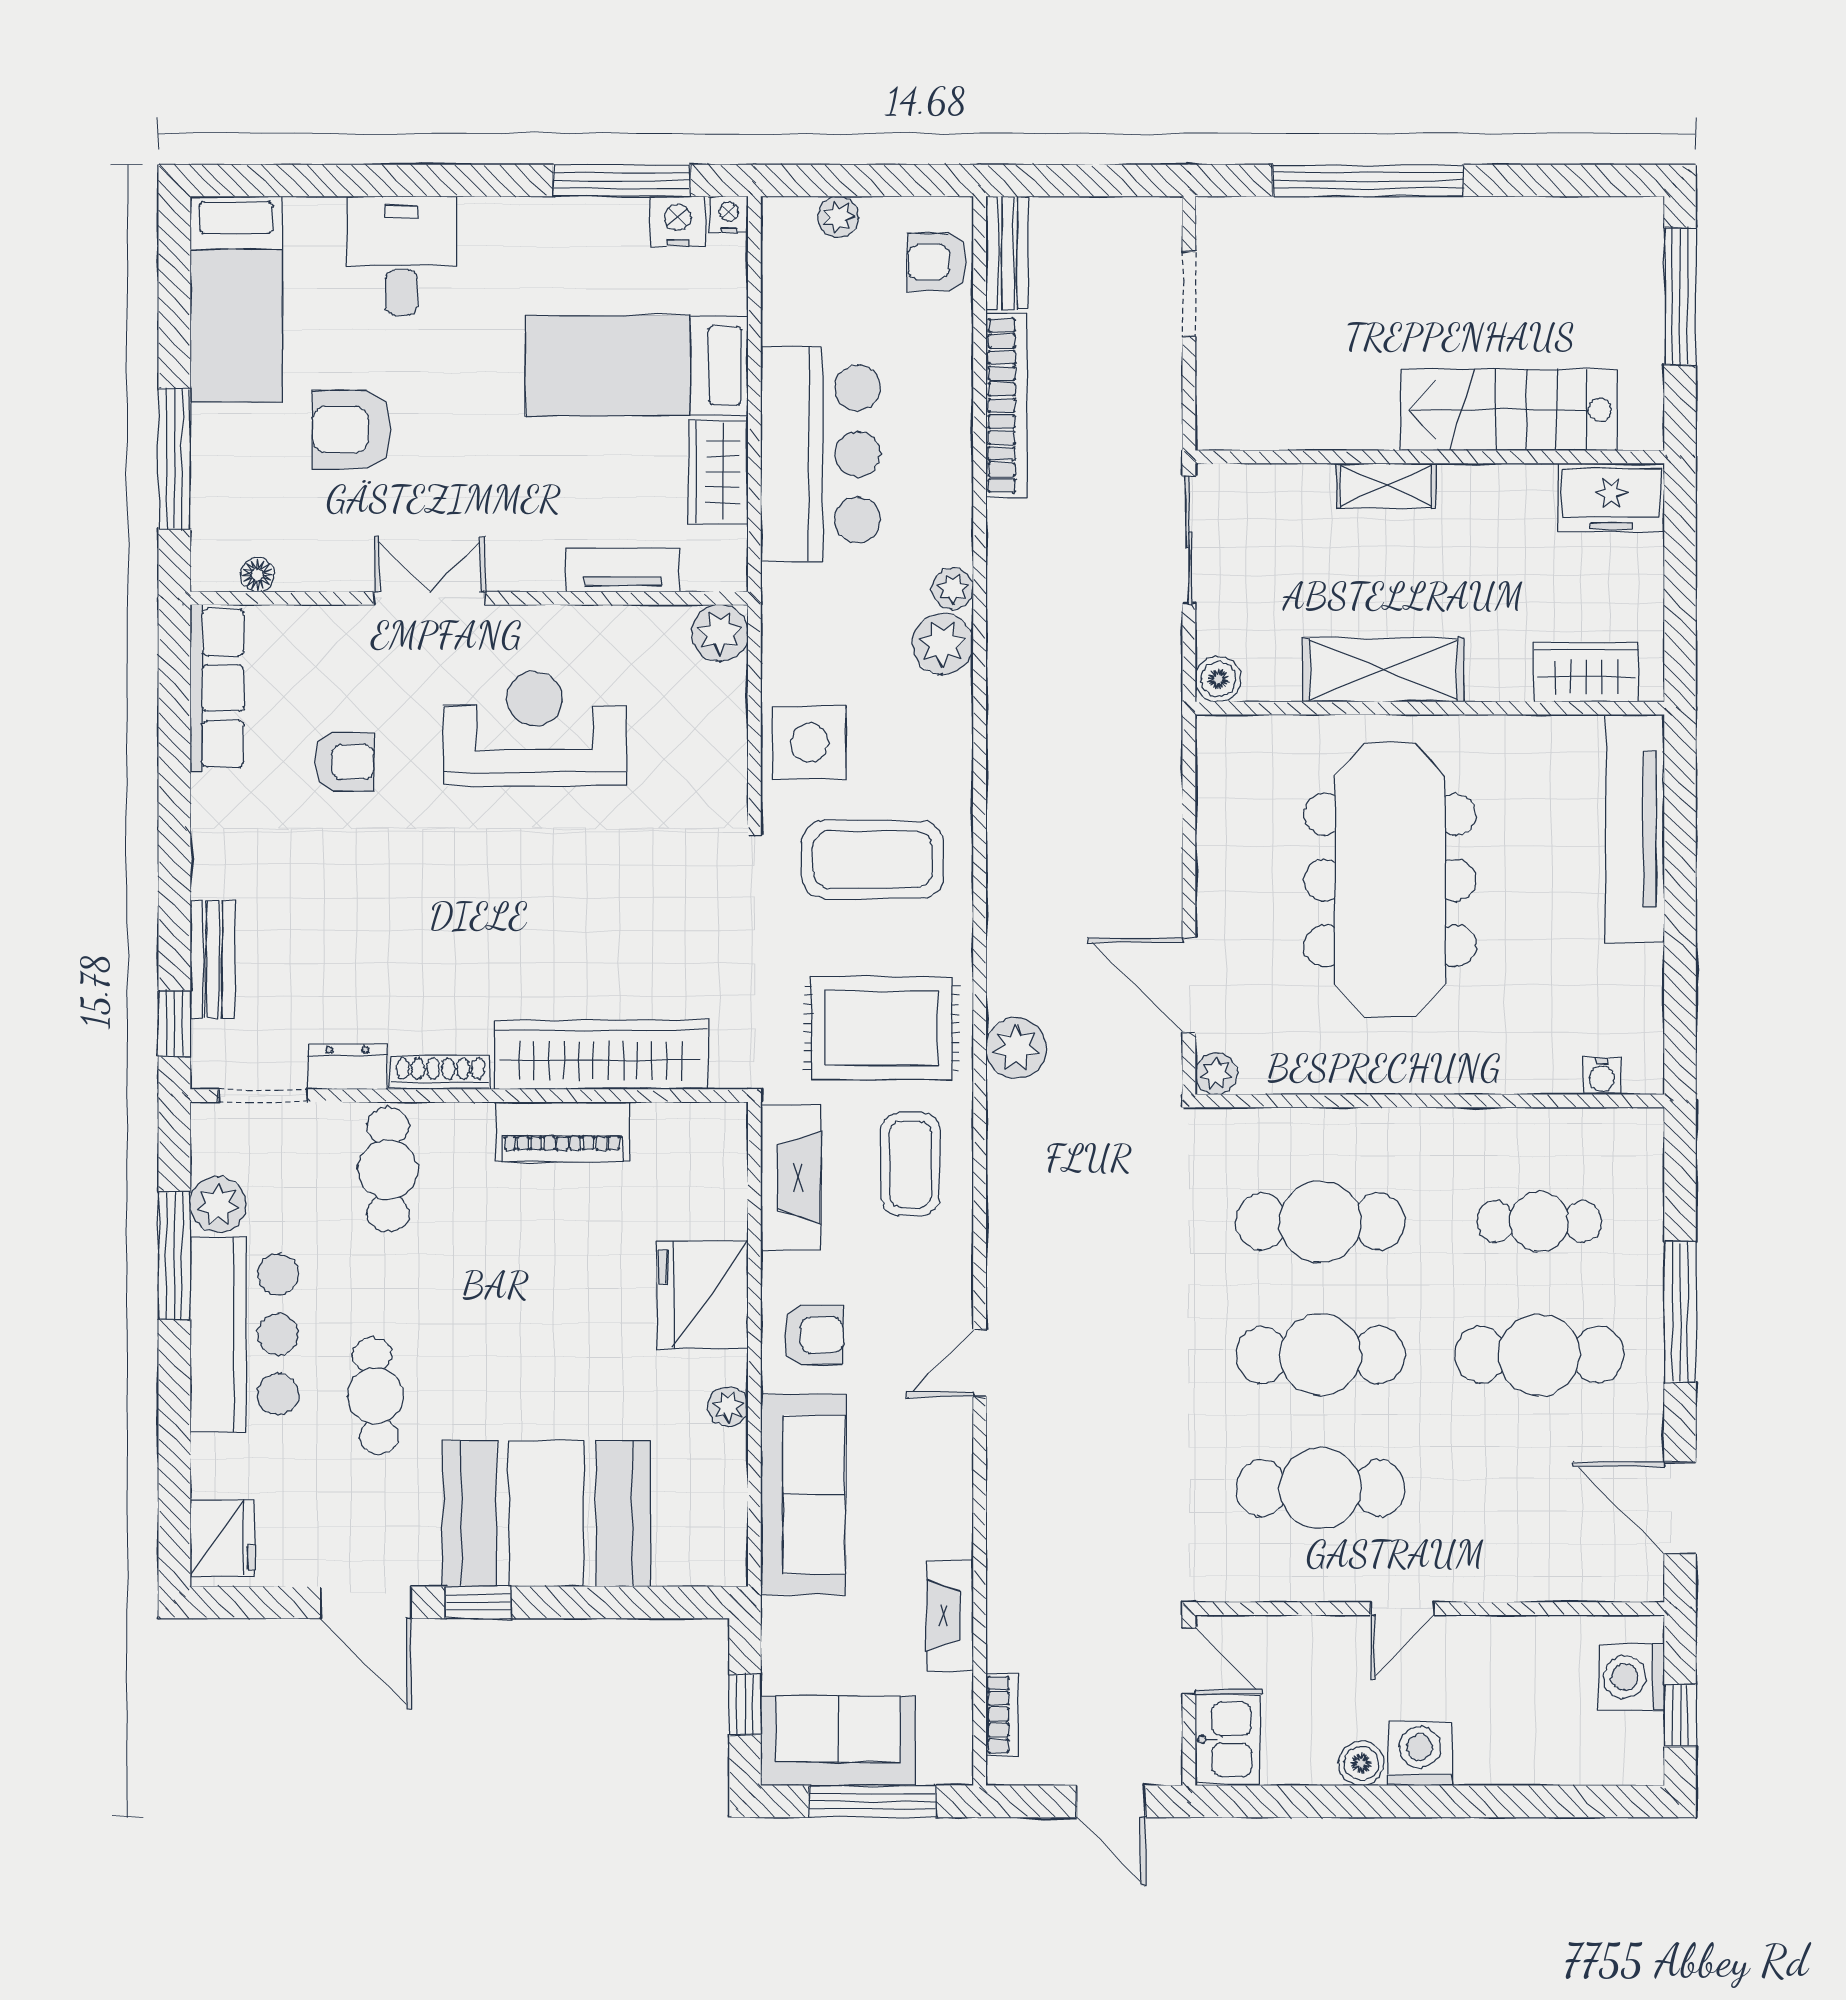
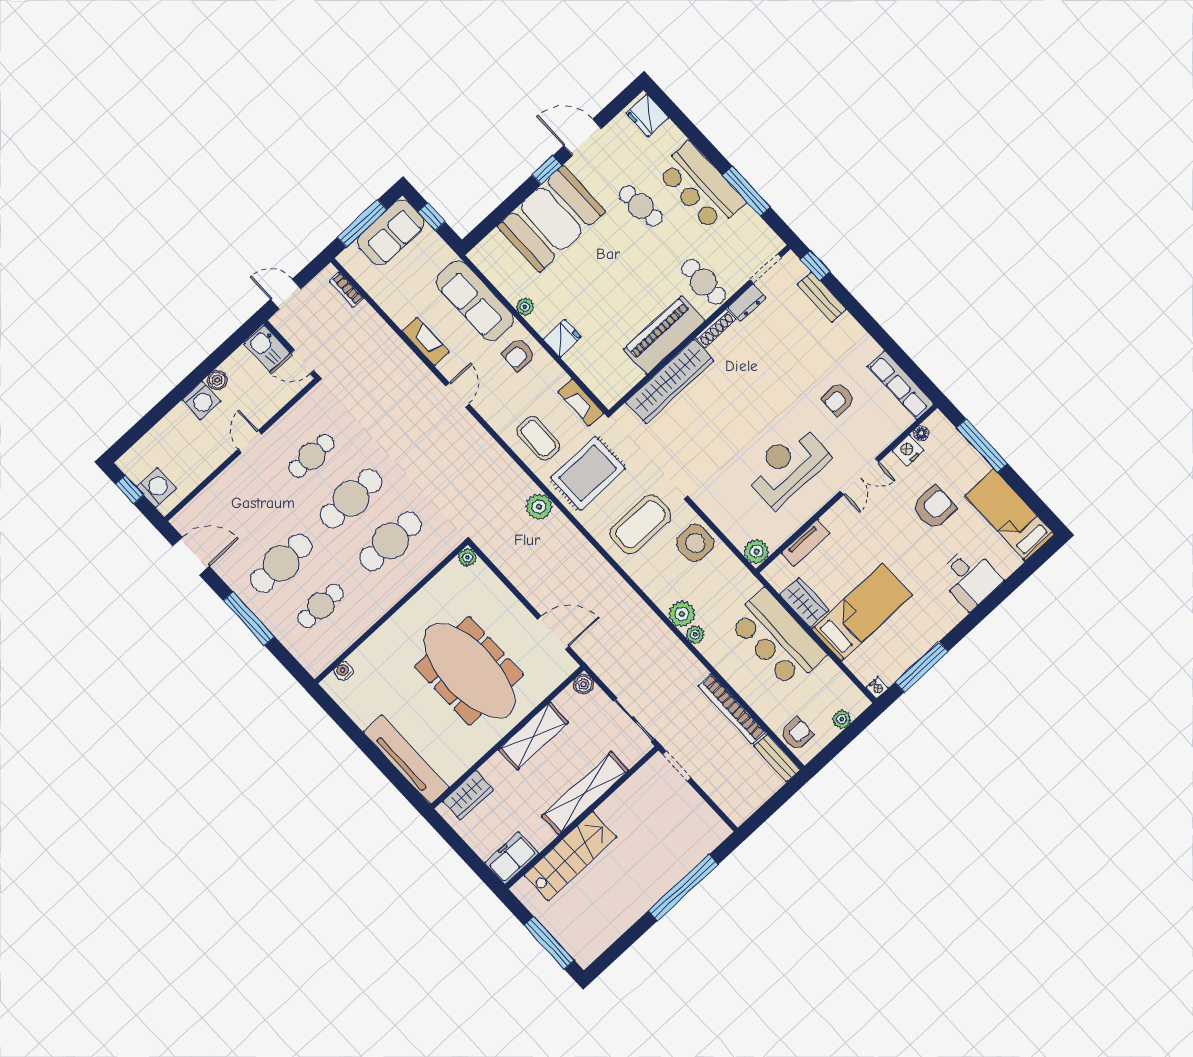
nightstand: (678, 222) -> (908, 450), moved, turned 180
doorway: (1189, 294) -> (677, 766), moved
shelving: (1386, 486) -> (585, 793), width x2.20, depth x1.33
reception desk: (535, 729) -> (787, 466), turned 180
door: (1189, 985) -> (553, 633), moved
piano: (562, 1132) -> (664, 335), width x1.37, depth x1.33
fireplace: (791, 1178) -> (581, 403), width x0.73, depth x0.76
plant: (218, 1205) -> (748, 220), removed
fridge: (703, 1295) -> (562, 338), width x0.53, depth x0.75
cafe table: (1320, 1488) -> (312, 456), width x0.73, depth x0.74
fireplace: (950, 1615) -> (426, 341), moved

